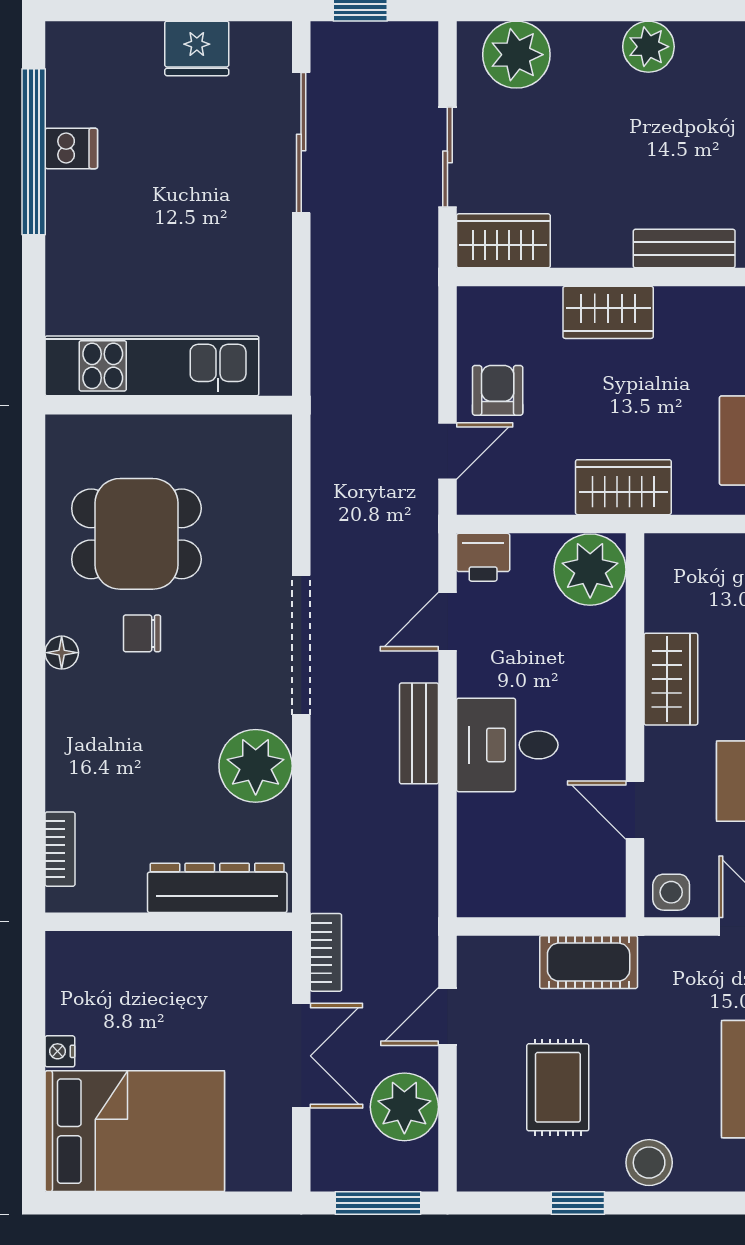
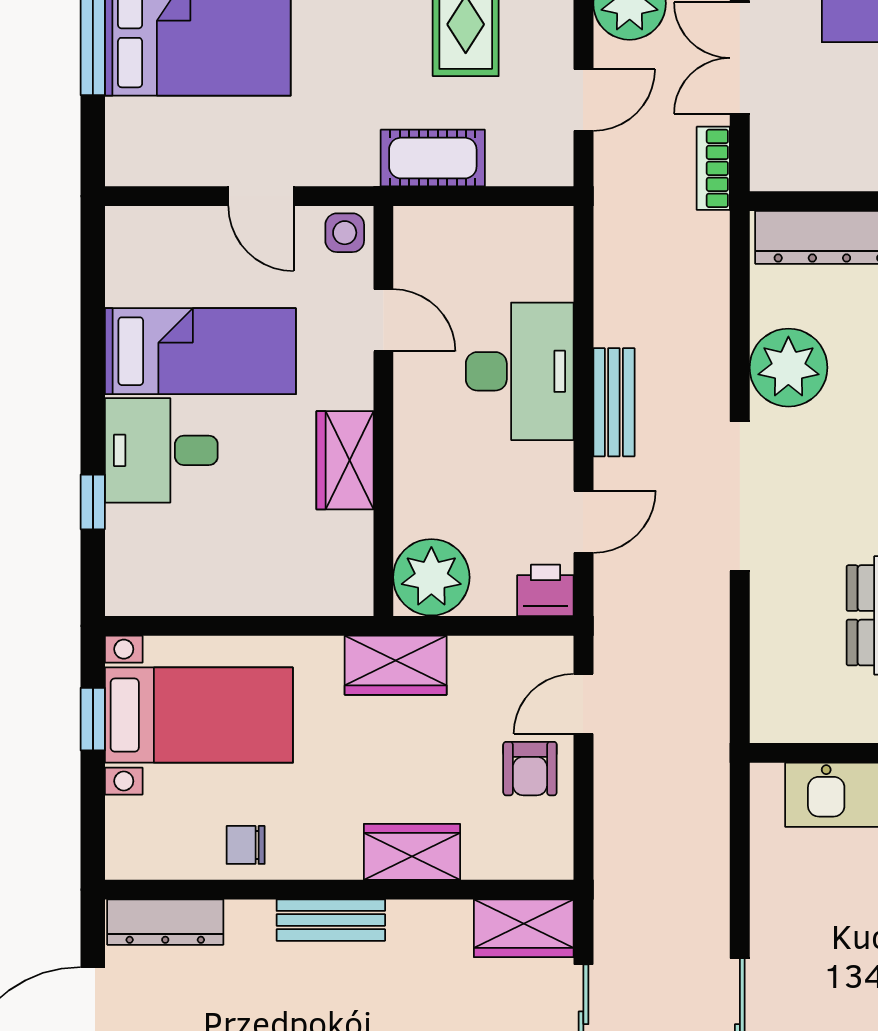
desk: (507, 745) -> (520, 371), width x1.37

